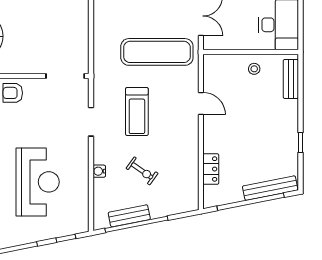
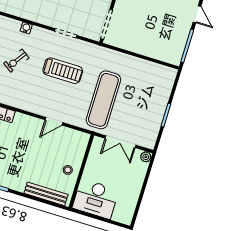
bench: (291, 79) -> (46, 194), width x1.36
treadmill: (137, 112) -> (63, 71), turned 180

